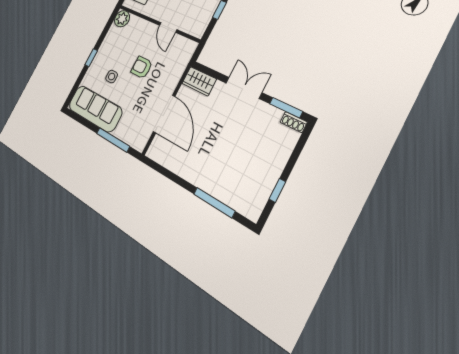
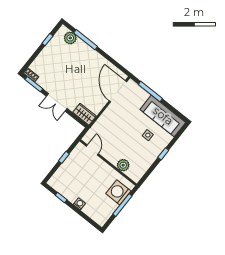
plant: (122, 19) -> (123, 165), moved
door: (168, 28) -> (92, 150), moved
armchair: (142, 67) -> (124, 135), removed
door: (164, 114) -> (118, 91), moved
plant: (239, 201) -> (70, 38), added

